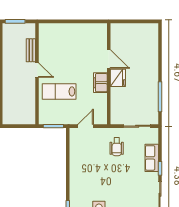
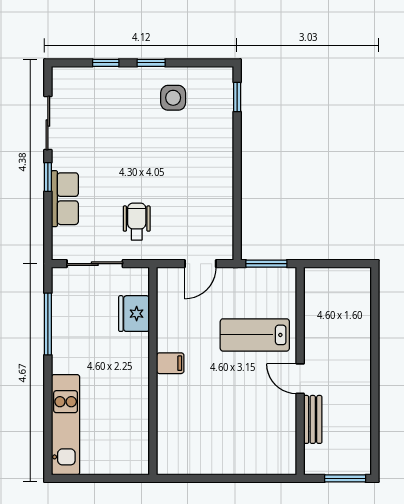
kitchen unit: (151, 48) -> (66, 425), added
door: (109, 59) -> (153, 401), removed
fridge: (118, 78) -> (134, 314), moved
filing cabinet: (100, 83) -> (170, 363), width x0.50
lab bench: (59, 91) -> (255, 335), turned 180

